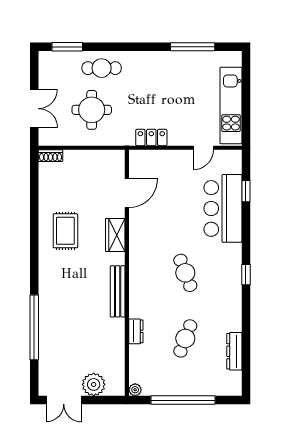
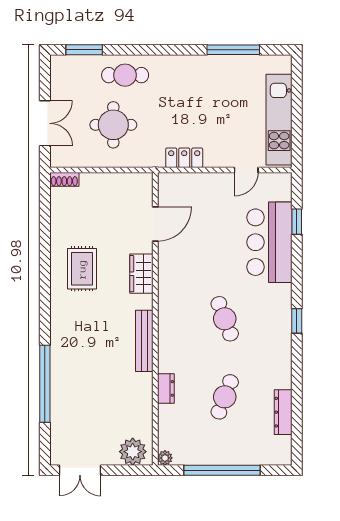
plant: (94, 384) -> (133, 452), moved

